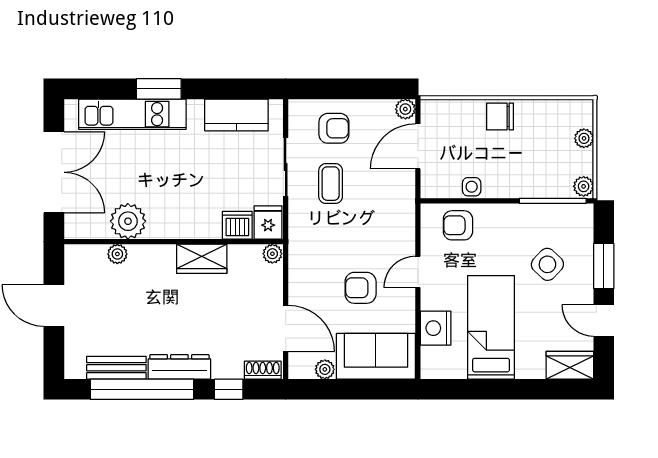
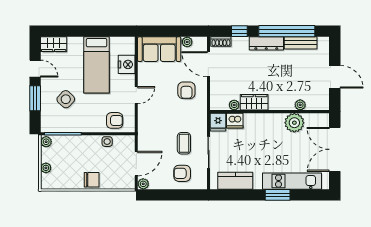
plant: (272, 254) -> (234, 105), moved
armchair: (361, 288) -> (186, 90), moved, turned 90

